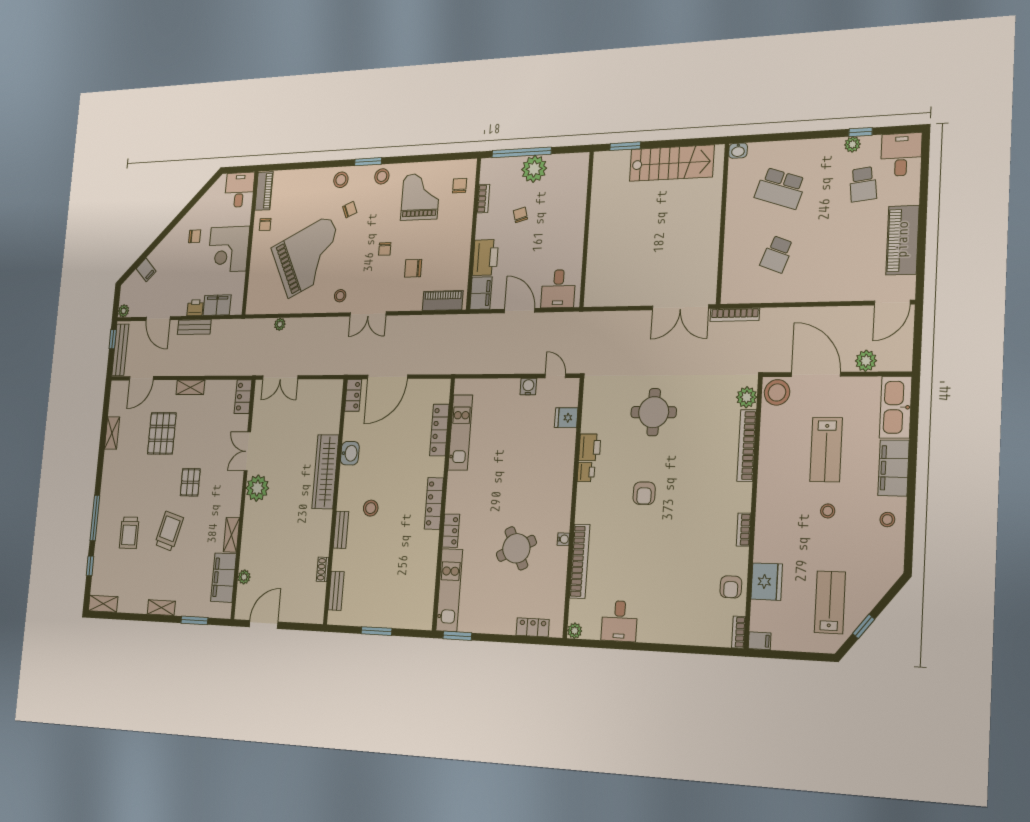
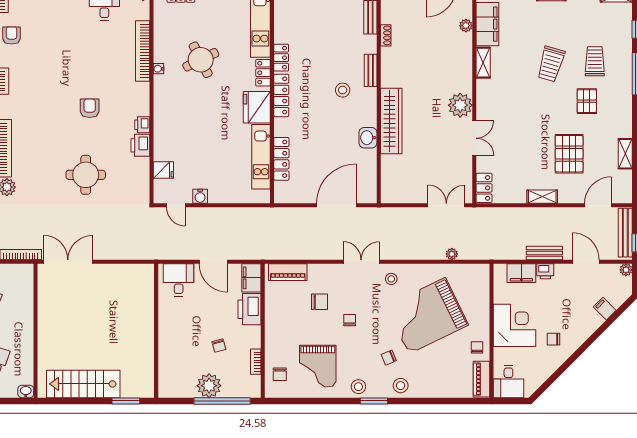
locker: (353, 395) -> (281, 58), moved, turned 180
pallet: (190, 482) -> (587, 101), moved
fridge: (461, 490) -> (257, 107), added

